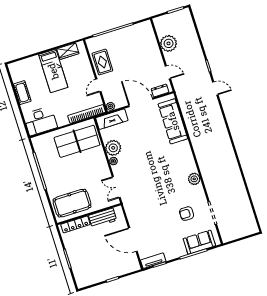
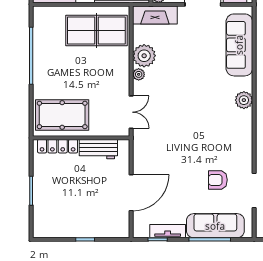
plant: (194, 179) -> (244, 100), moved
double door: (116, 187) -> (131, 112), swing flipped
door: (133, 240) -> (131, 193), swing flipped
sofa: (199, 242) -> (215, 226), width x1.36
tv unit: (153, 261) -> (168, 231), moved

